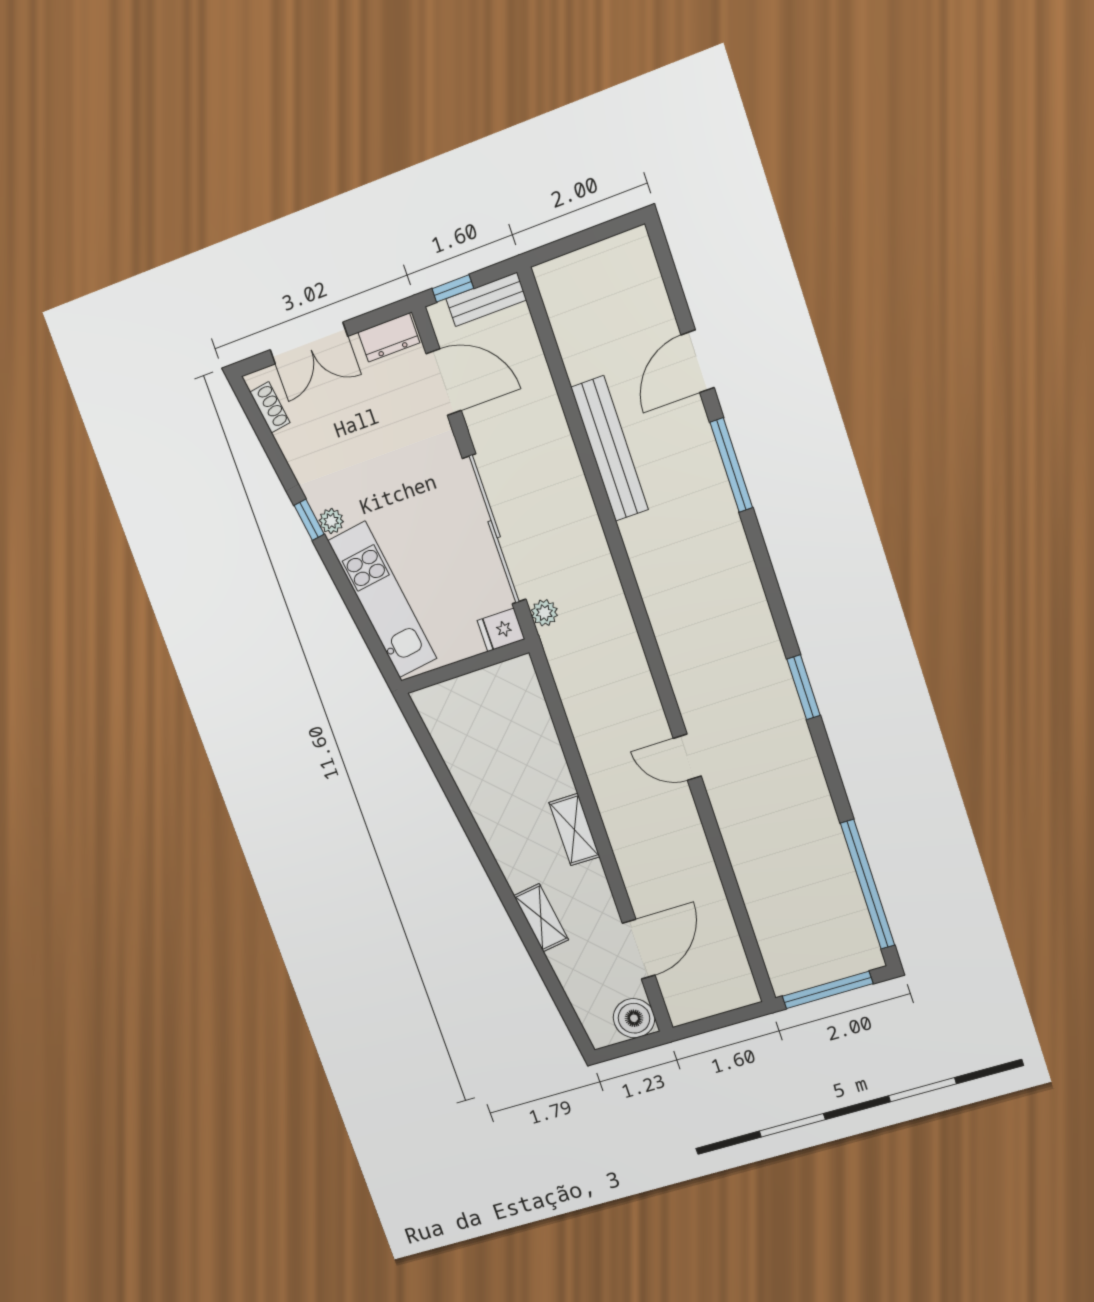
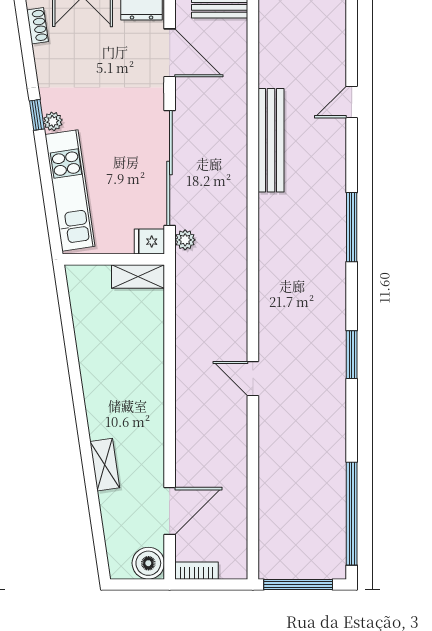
door: (698, 361) -> (352, 102), width x0.73
window: (731, 465) -> (352, 227), moved
shelving: (574, 830) -> (138, 276), moved, turned 90
bookcase: (696, 1010) -> (196, 571), added

